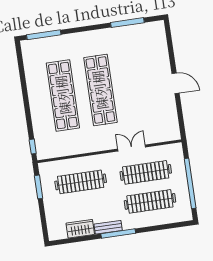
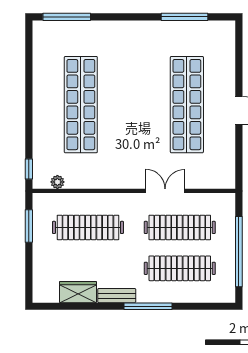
shop shelf: (100, 90) -> (187, 105), moved
plant: (54, 153) -> (57, 182), added
window: (118, 233) -> (148, 306), moved

